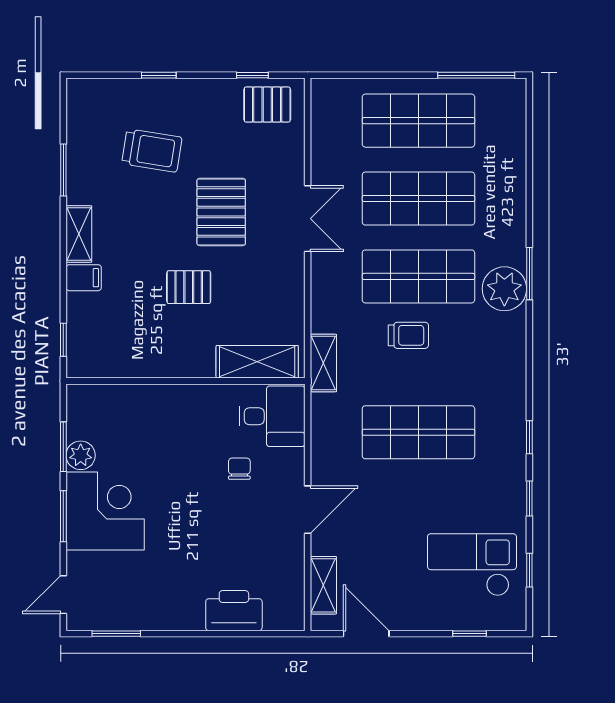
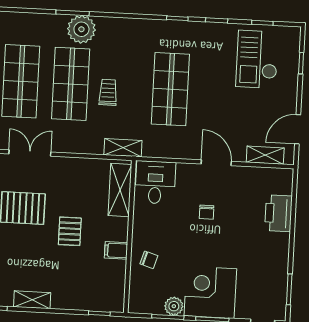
filing cabinet: (84, 278) -> (116, 250), moved, turned -90
chair: (151, 413) -> (149, 260), added
chair: (239, 469) -> (207, 212), moved, turned -90

